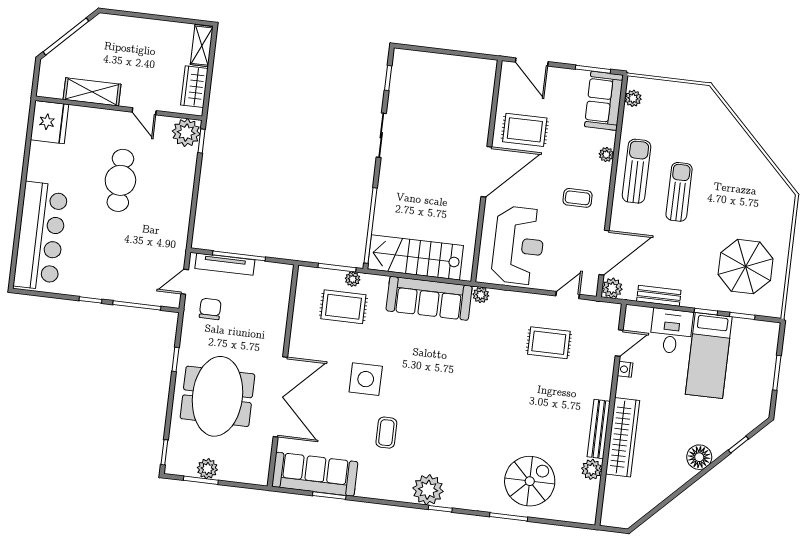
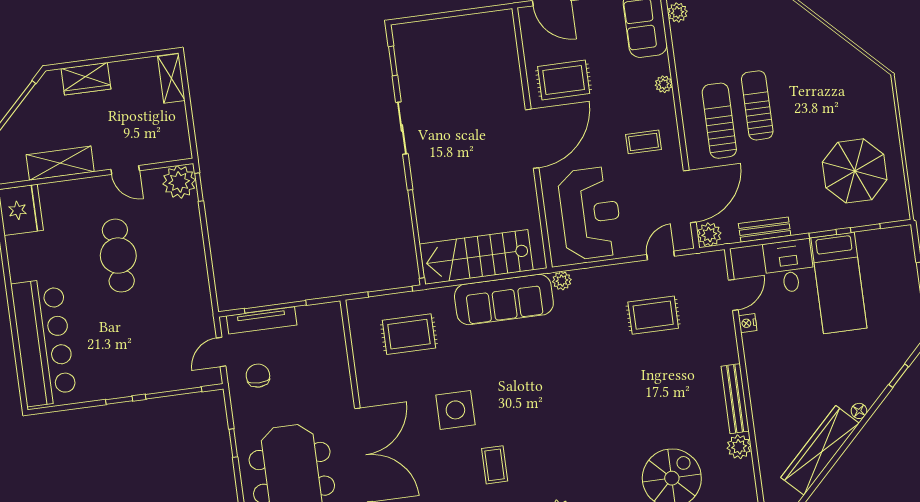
wardrobe: (194, 87) -> (86, 79), moved, turned -90
sun lounger: (637, 171) -> (719, 121), moved
plant: (353, 279) -> (411, 300), removed
wardrobe: (623, 437) -> (820, 450), moved, turned -135
floor lamp: (699, 457) -> (859, 411), width x0.53, depth x0.53

